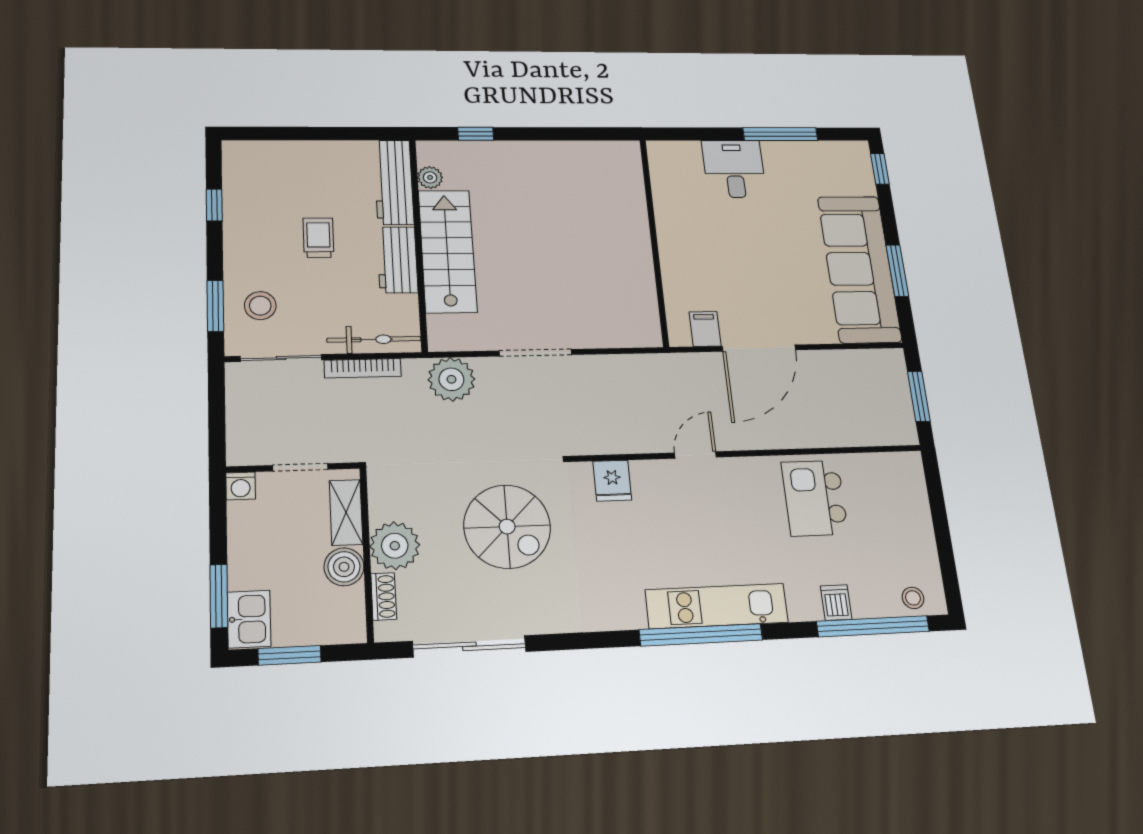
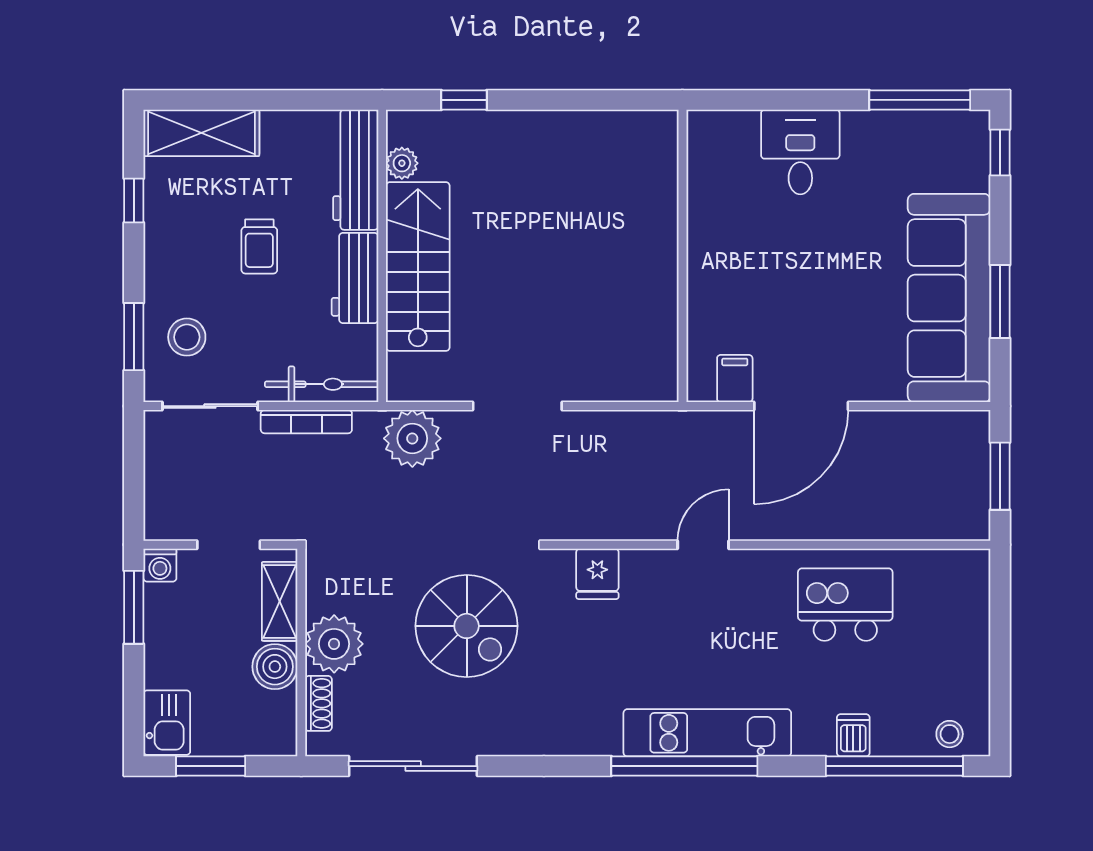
window: (780, 134) -> (920, 100), moved
shelving: (269, 156) -> (201, 133), added
trolley: (318, 238) -> (259, 246), turned 180
kitchen island: (815, 498) -> (845, 605), turned 90
window: (219, 596) -> (134, 607), moved

